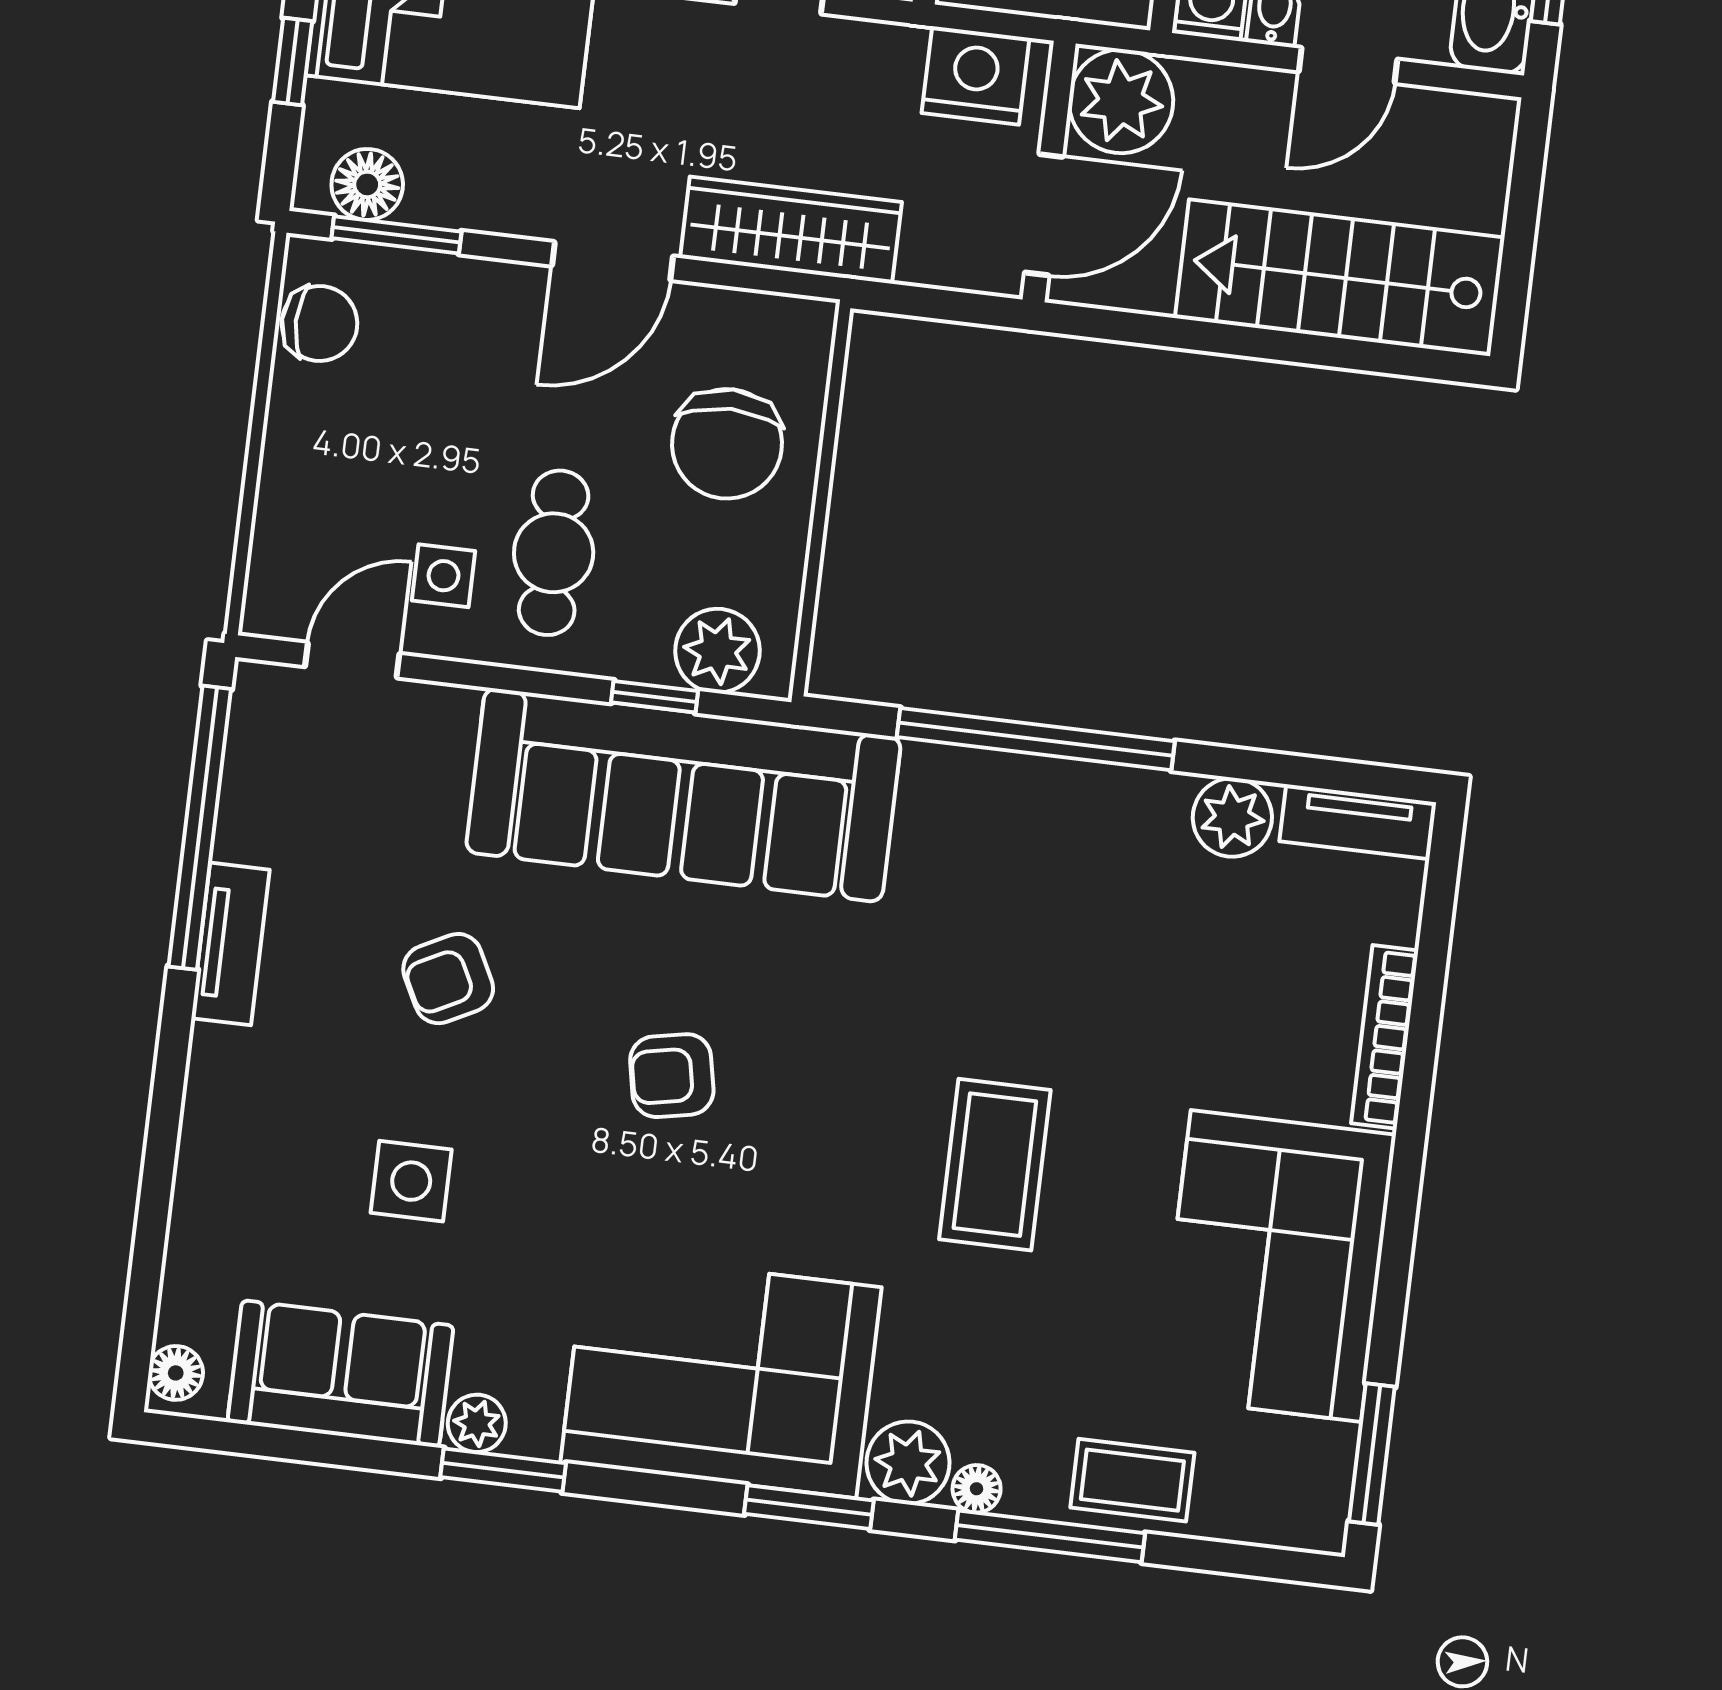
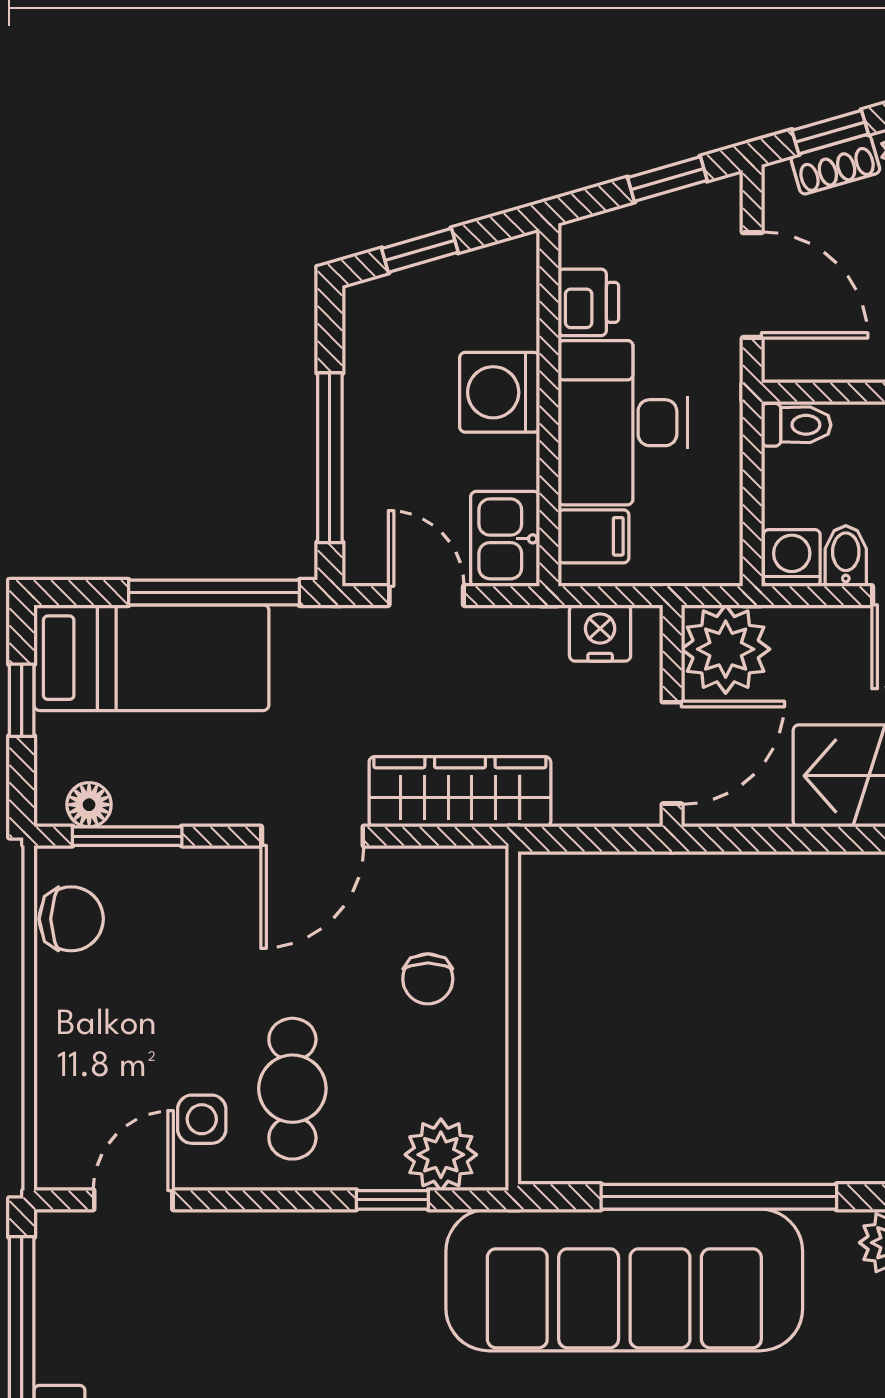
nightstand: (976, 75) -> (600, 633), width x0.74, depth x0.75
floor lamp: (367, 184) -> (89, 805), width x0.73, depth x0.73
chair: (727, 444) -> (428, 979), width x0.54, depth x0.54
sofa: (683, 795) -> (624, 1280), moved

